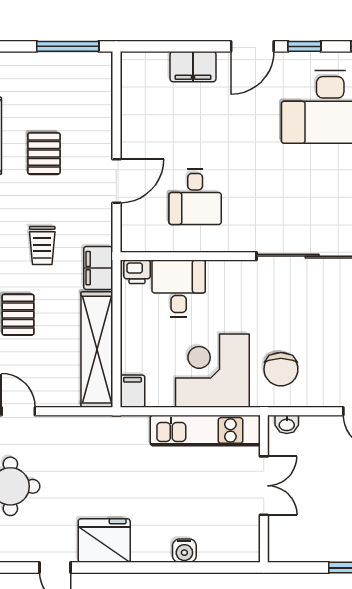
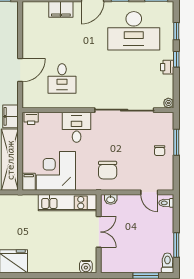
desk: (179, 289) -> (77, 127), moved
corner desk: (212, 371) -> (56, 171), moved
water cooler: (184, 551) -> (86, 267), moved

